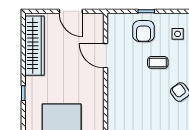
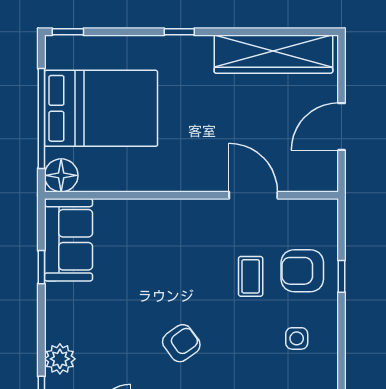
door: (105, 56) -> (253, 195), hinge flipped
coffee table: (158, 62) -> (251, 276), moved

